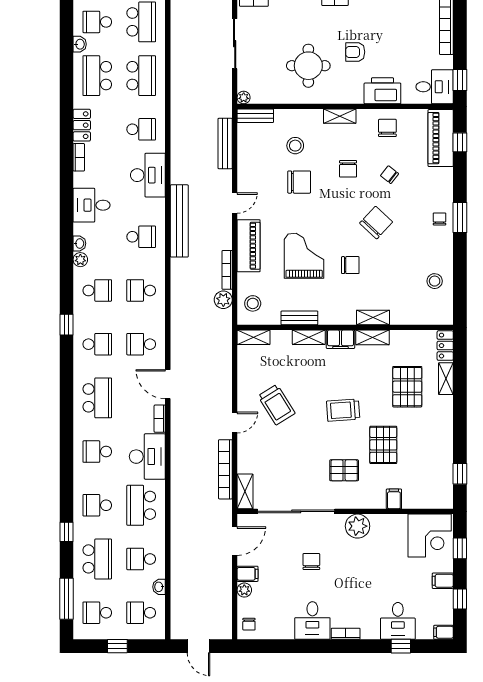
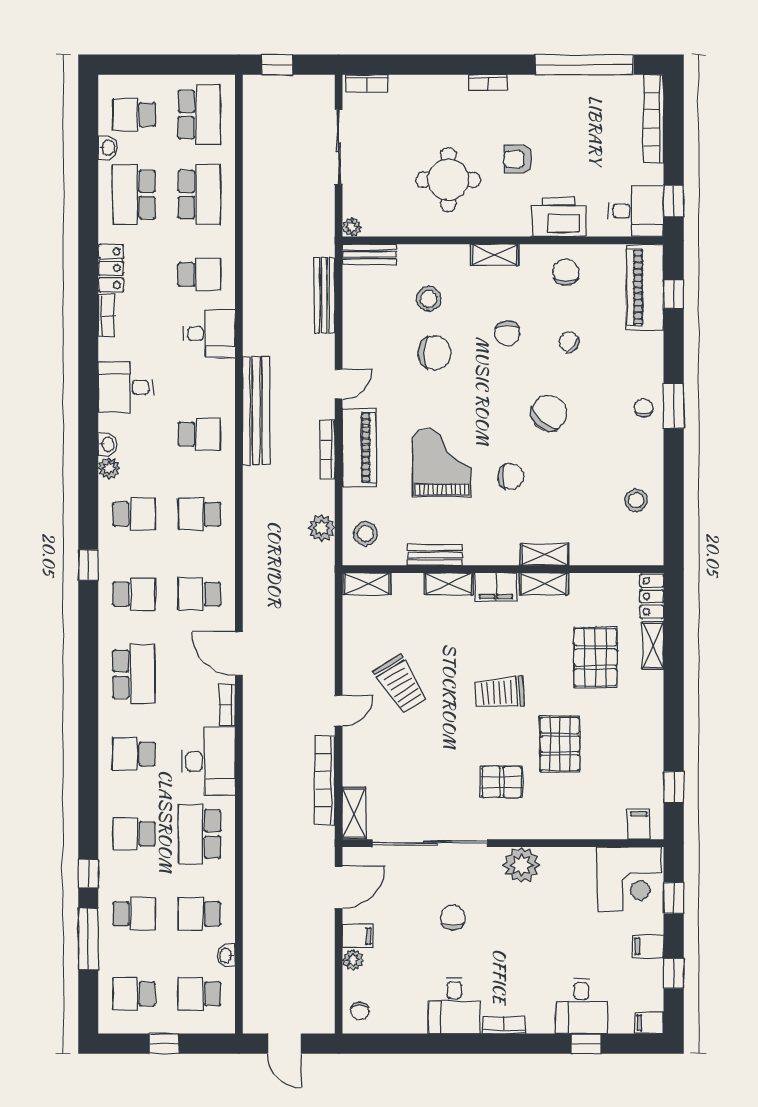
desk: (148, 175) -> (209, 334), width x0.73
bookcase: (227, 270) -> (327, 450), moved
filing cabinet: (394, 499) -> (639, 824), moved
school desk: (97, 559) -> (134, 914), width x0.54
window: (66, 599) -> (88, 939), moved

